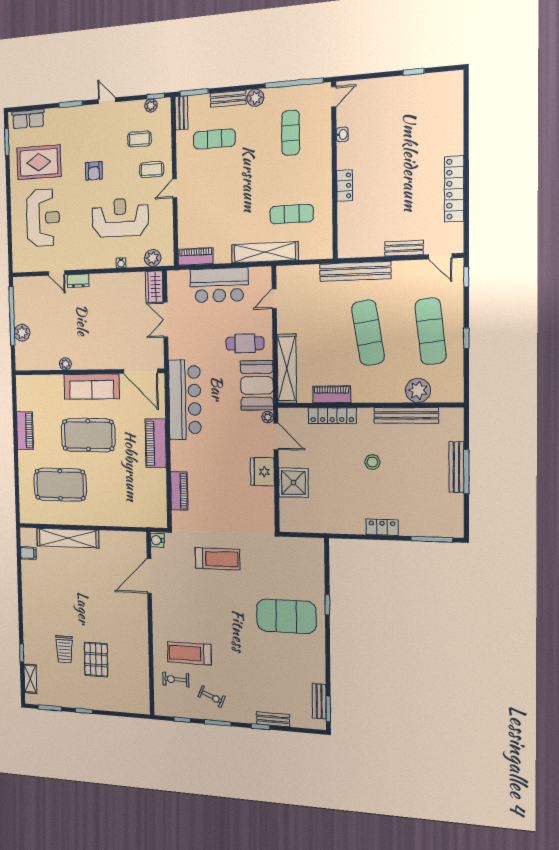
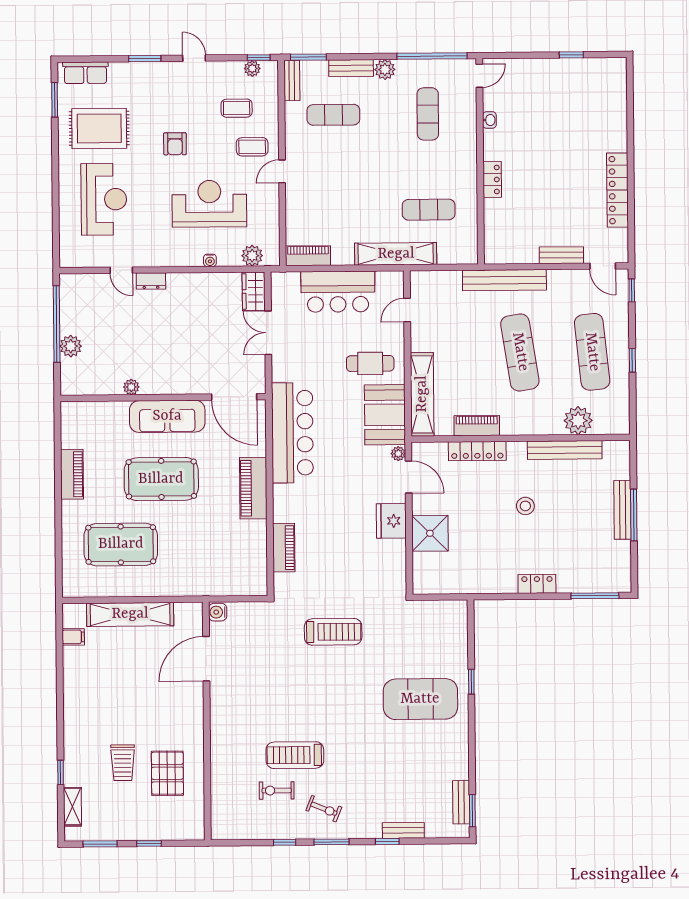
water cooler: (157, 540) -> (218, 612), moved
door: (149, 576) -> (206, 659), moved
wall: (150, 624) -> (207, 721), moved

